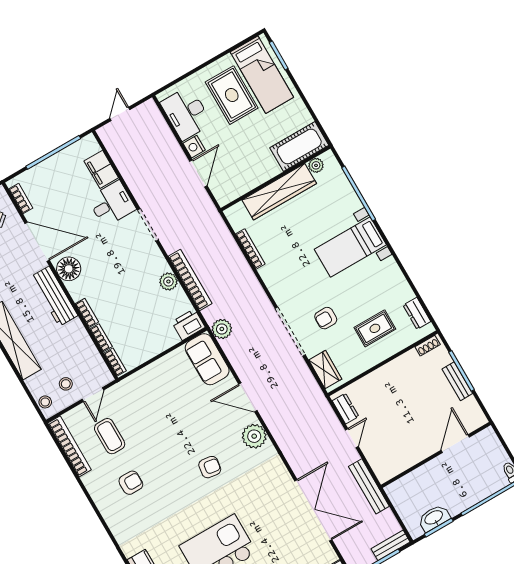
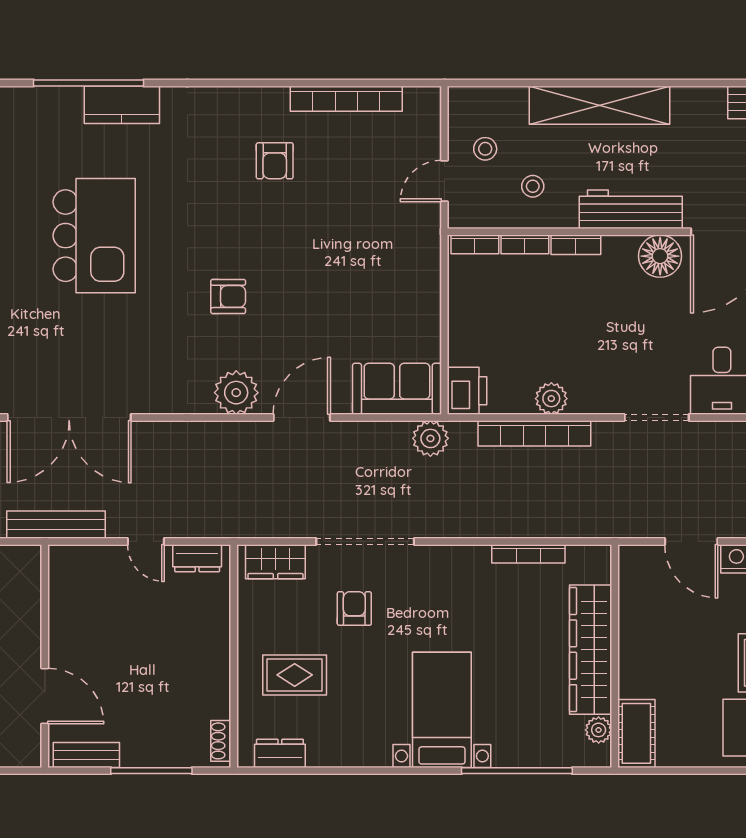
cot: (299, 146) -> (636, 733), width x0.73, depth x0.75
rug: (375, 328) -> (295, 675), turned 90
bench: (457, 381) -> (86, 755), moved
door: (93, 395) -> (444, 181), hinge flipped
stool: (45, 402) -> (533, 186), moved
coffee table: (110, 436) -> (365, 170), removed
bookcase: (70, 446) -> (346, 99), moved
armchair: (210, 467) -> (228, 296), turned -98

